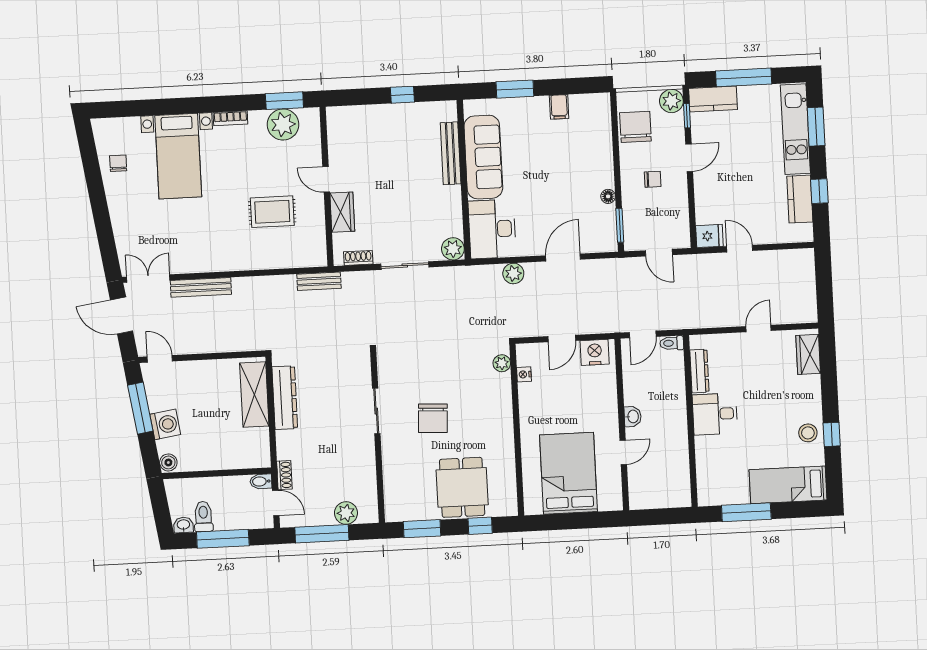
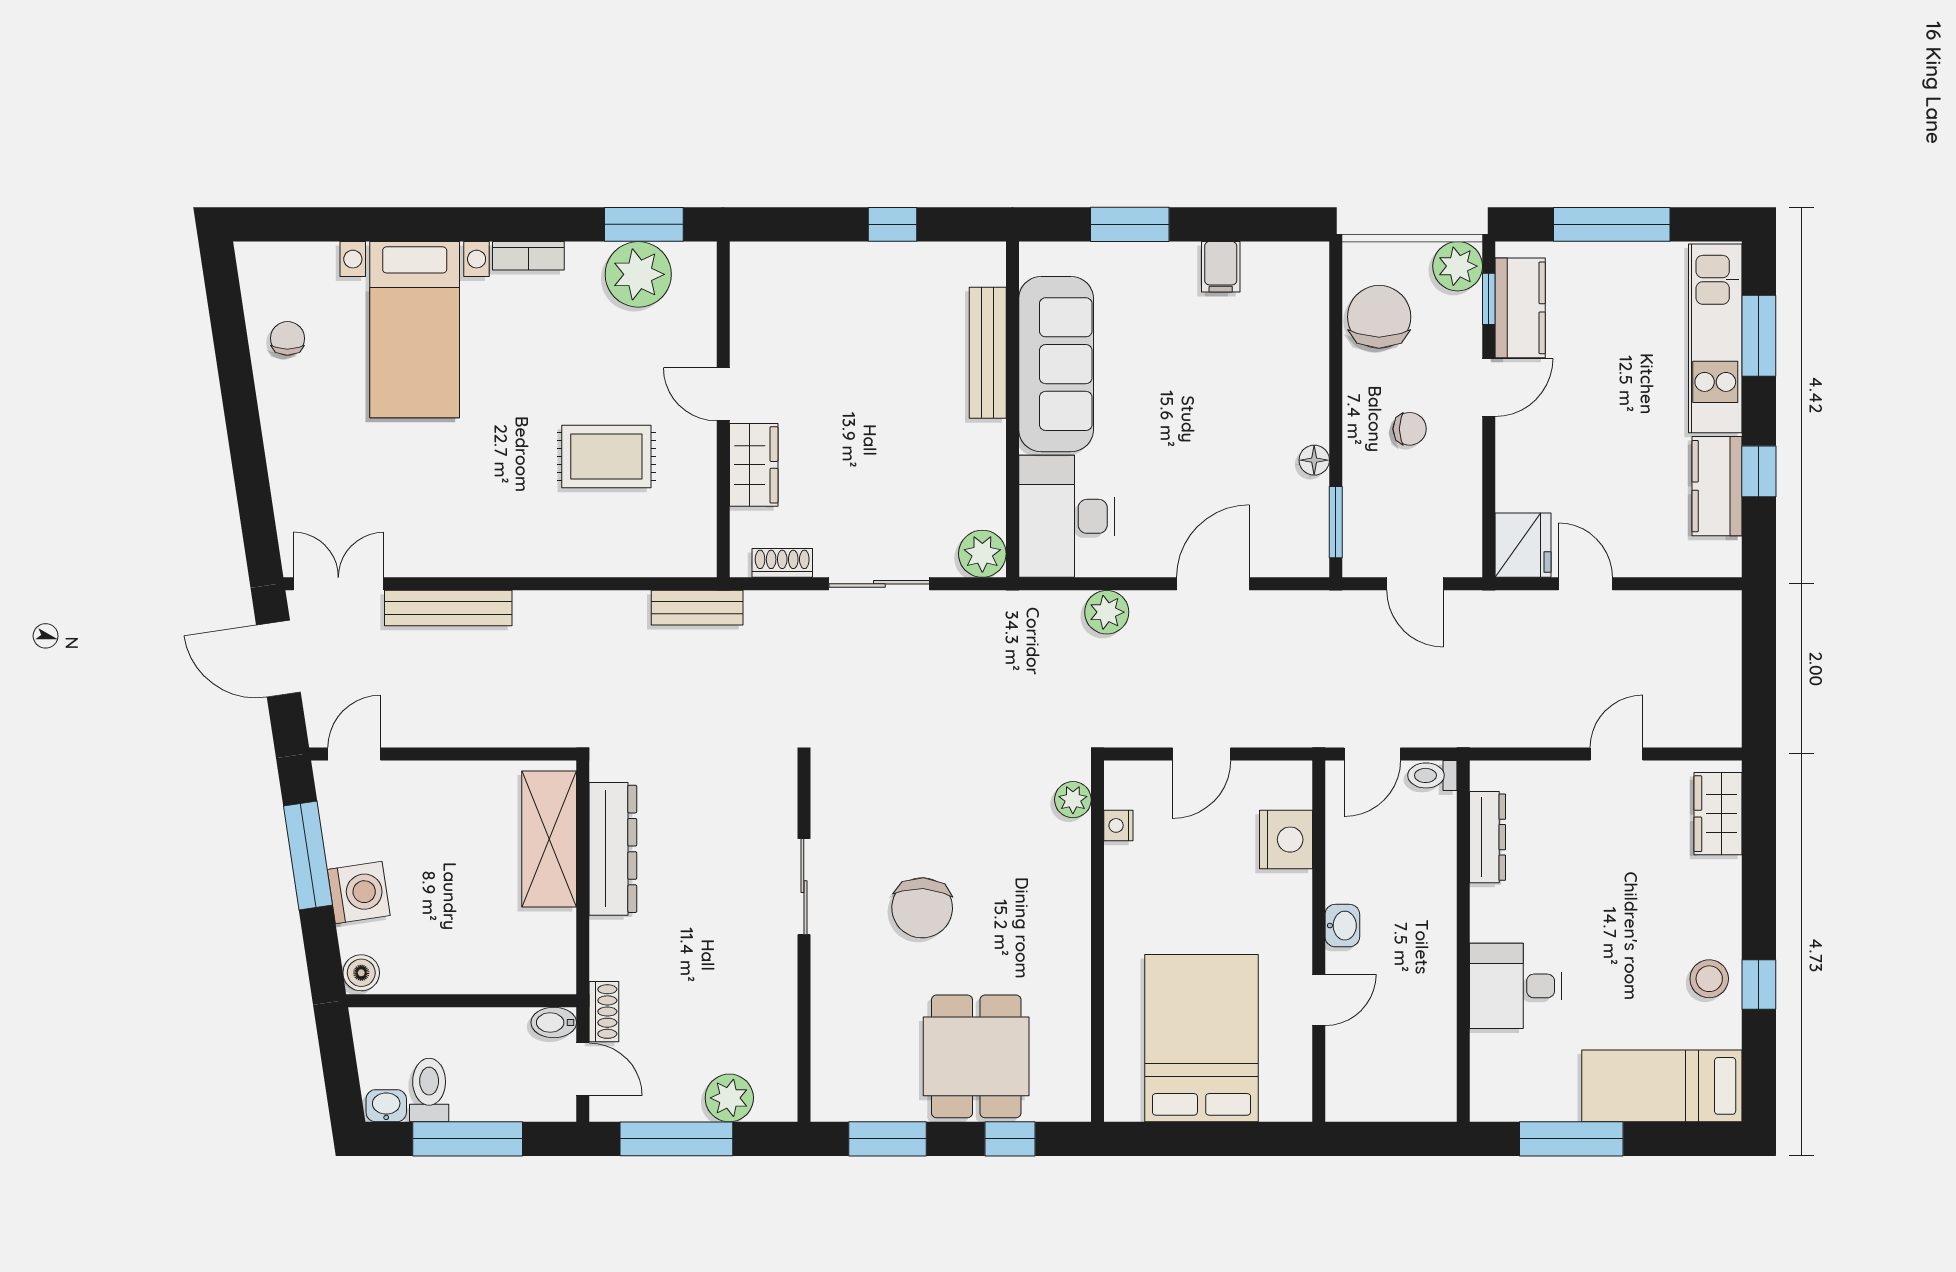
kitchen counter: (713, 99) -> (1520, 308), moved, turned -90
fridge: (709, 236) -> (1523, 545), width x1.38
nightstand: (595, 352) -> (1286, 840), moved, turned 90
door: (160, 359) -> (354, 754), hinge flipped
desk: (715, 414) -> (1516, 986), moved

